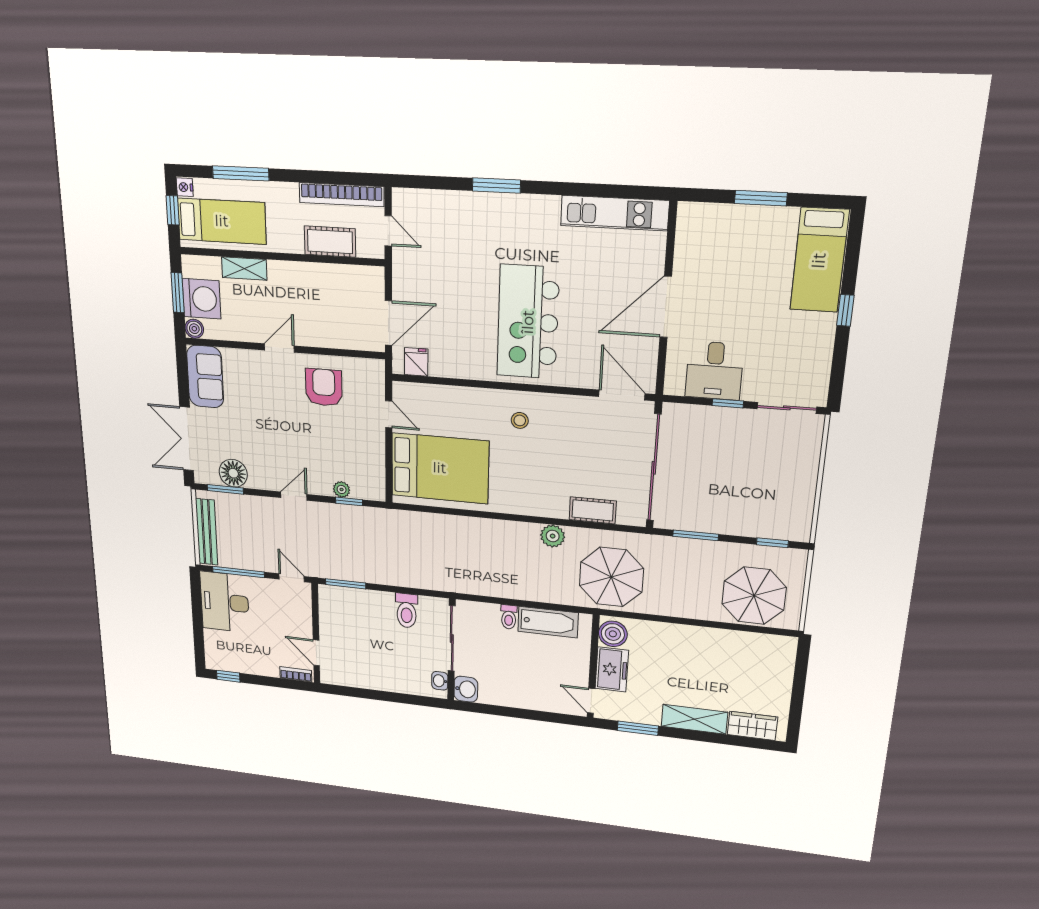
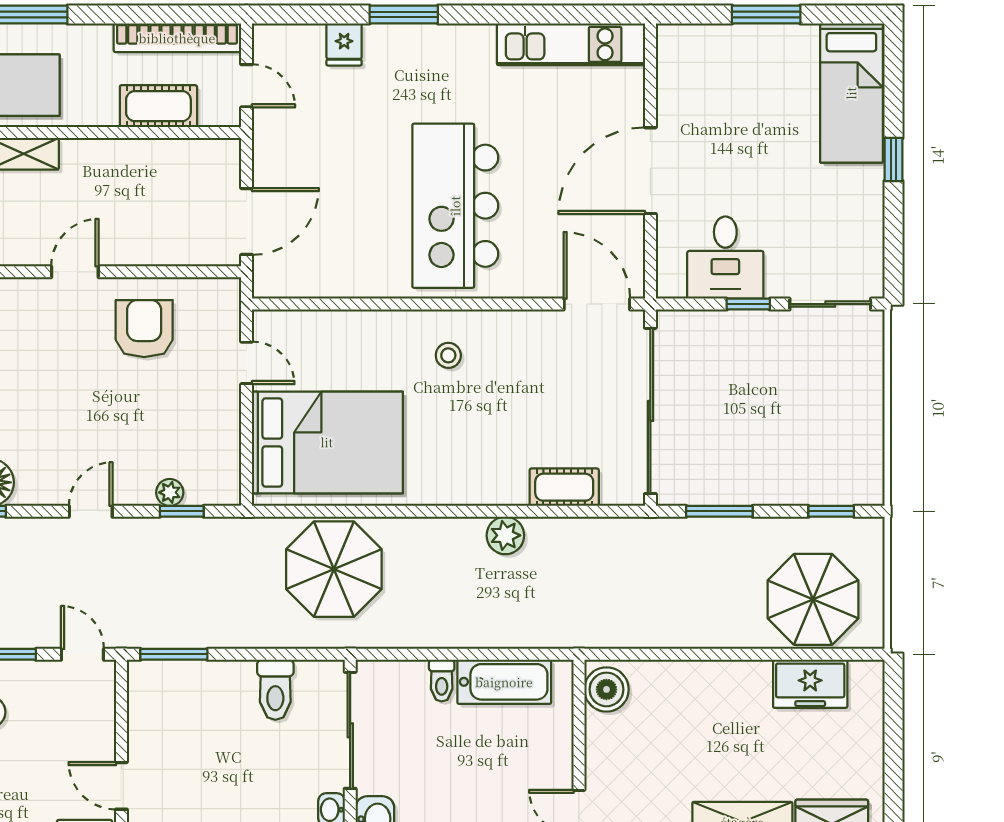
fridge: (416, 362) -> (344, 44), moved, turned 180
parasol: (611, 577) -> (334, 569), moved
freezer: (612, 669) -> (810, 684), moved, turned 90

